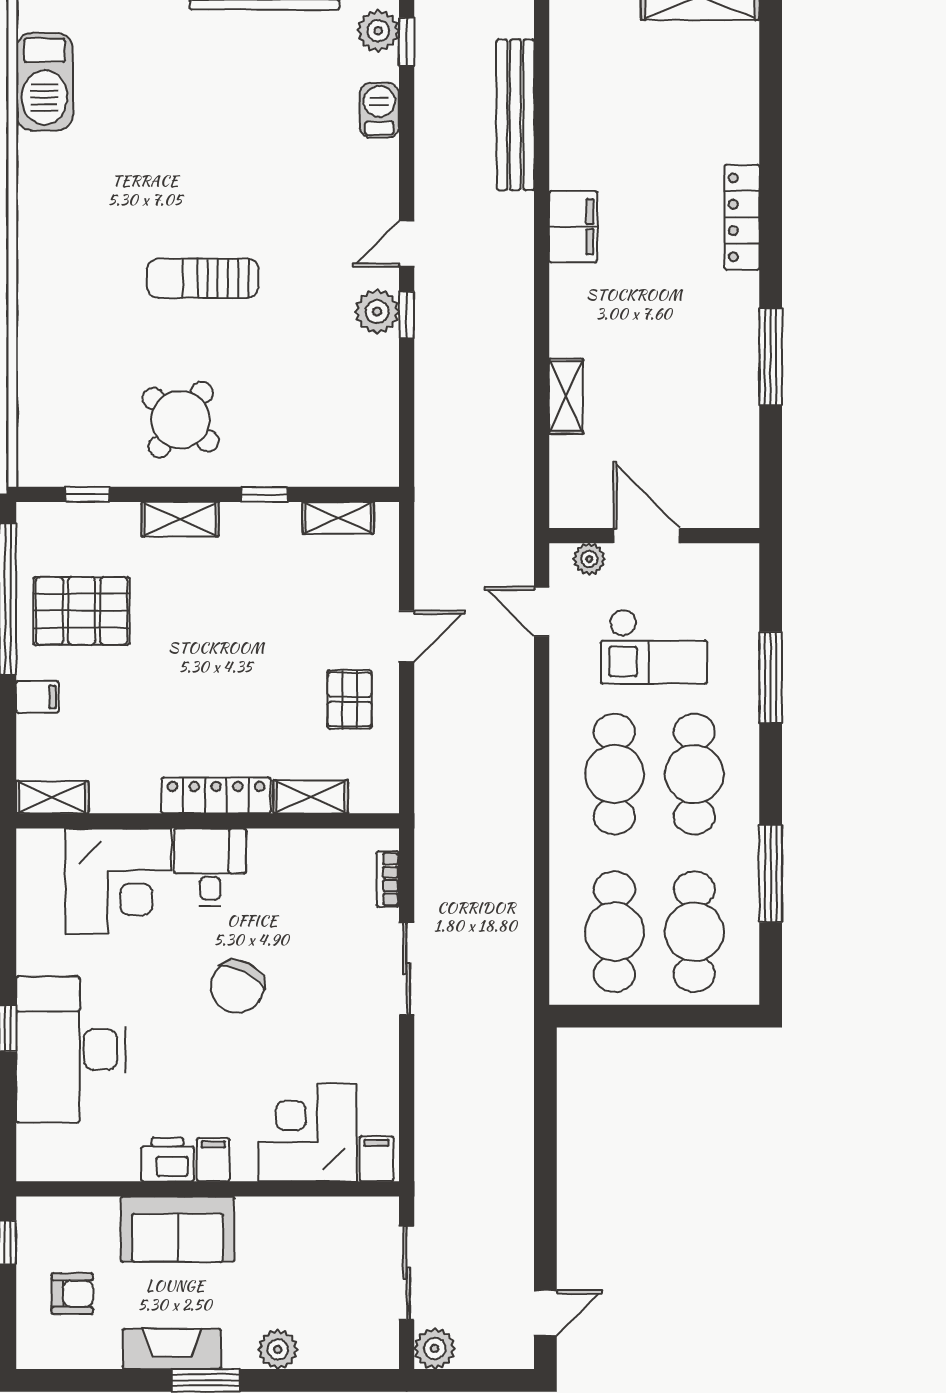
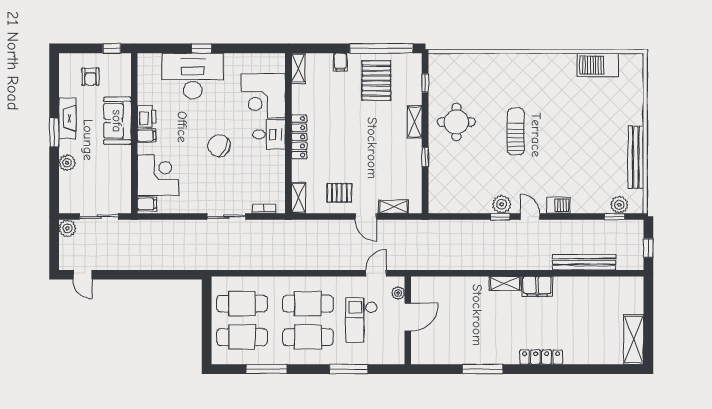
barbecue: (379, 110) -> (558, 205), moved
shelving: (566, 396) -> (505, 283), moved
round table: (181, 420) -> (456, 122), turned -38
shelving: (338, 518) -> (394, 207), moved, turned 90
shelving: (311, 797) -> (299, 198), moved

